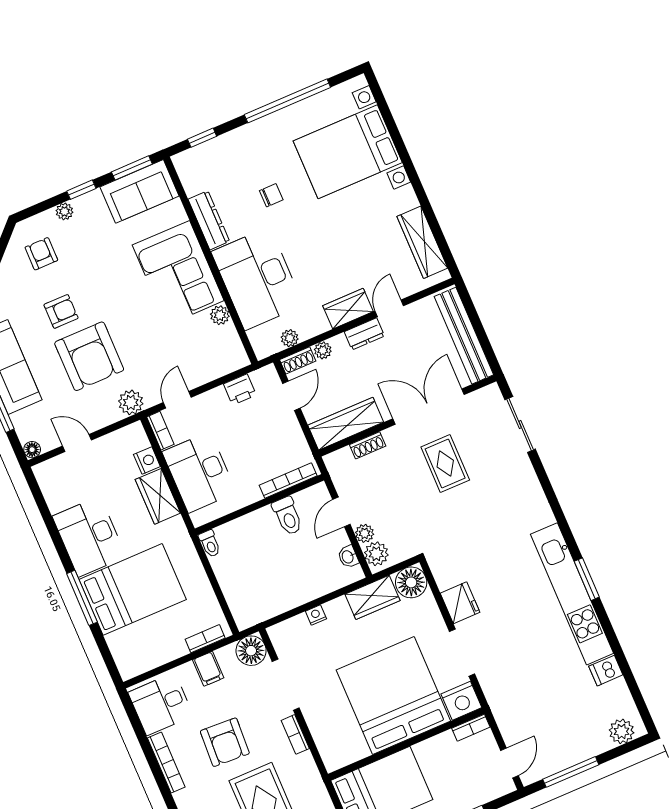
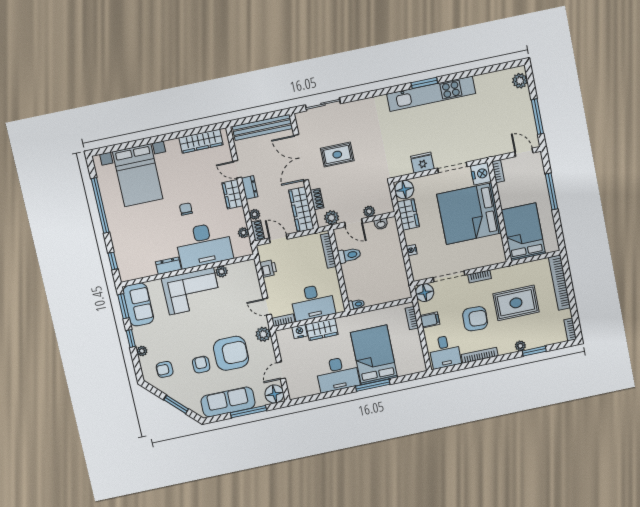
chair: (271, 195) -> (186, 209), moved
dresser: (209, 220) -> (168, 266), width x0.70
floor lamp: (32, 450) -> (274, 394), width x1.89, depth x1.89
plant: (376, 554) -> (332, 218), moved
dishwasher: (606, 671) -> (482, 83), removed

